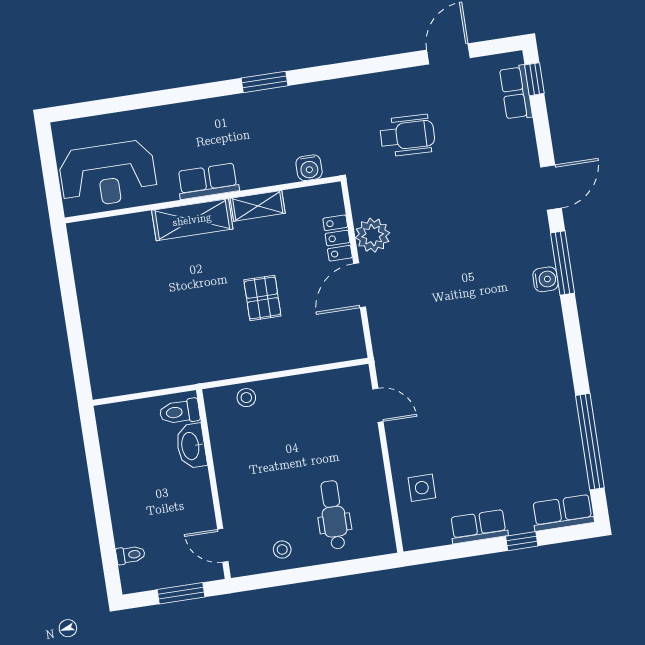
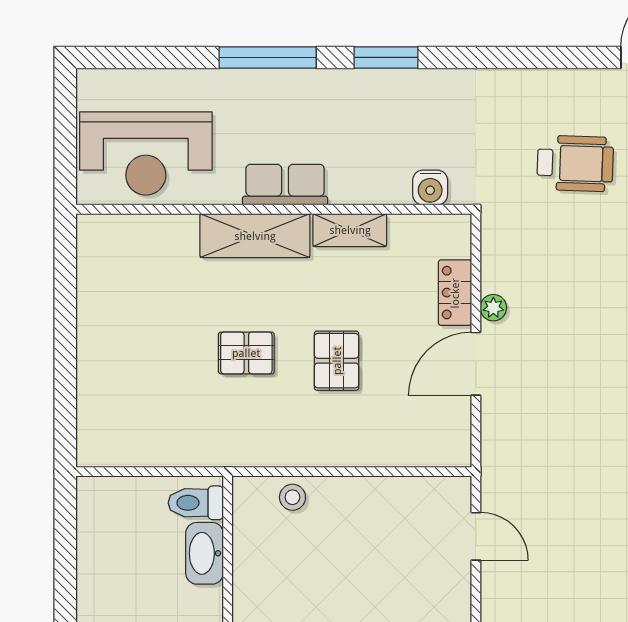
window: (182, 95) -> (268, 57), added
plant: (373, 235) -> (493, 308), width x0.53, depth x0.53
pallet: (199, 302) -> (246, 353), added

